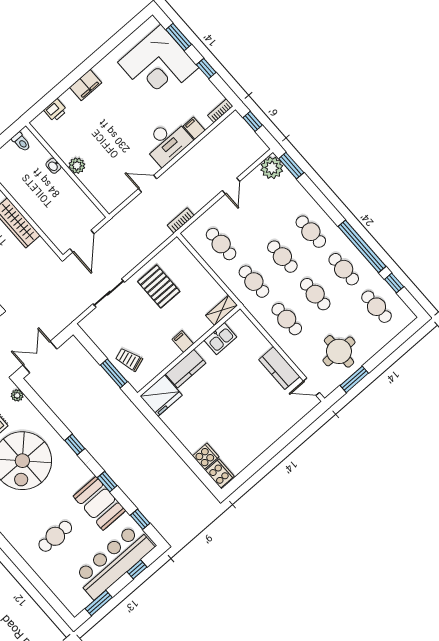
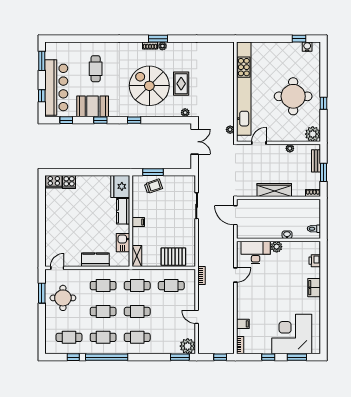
desk: (167, 142) -> (256, 253), moved, turned 90
pallet: (159, 286) -> (173, 257), moved
kitchen counter: (279, 368) -> (95, 260), moved

